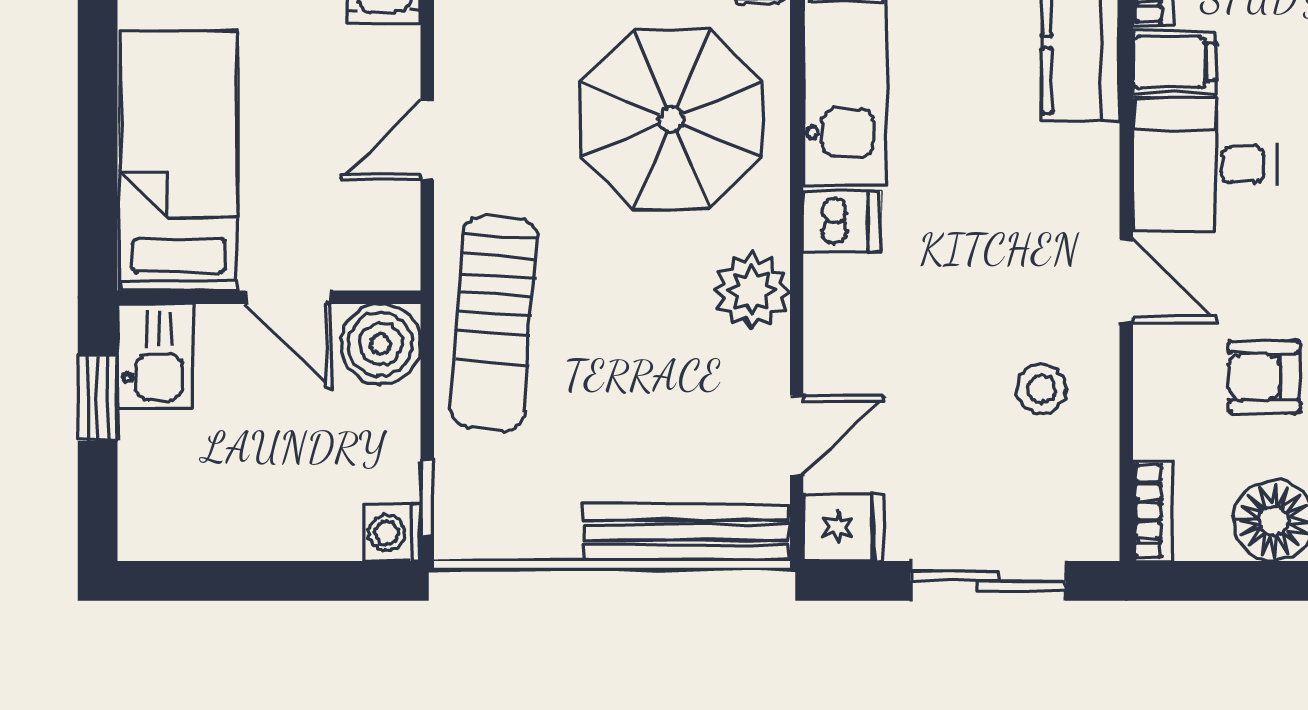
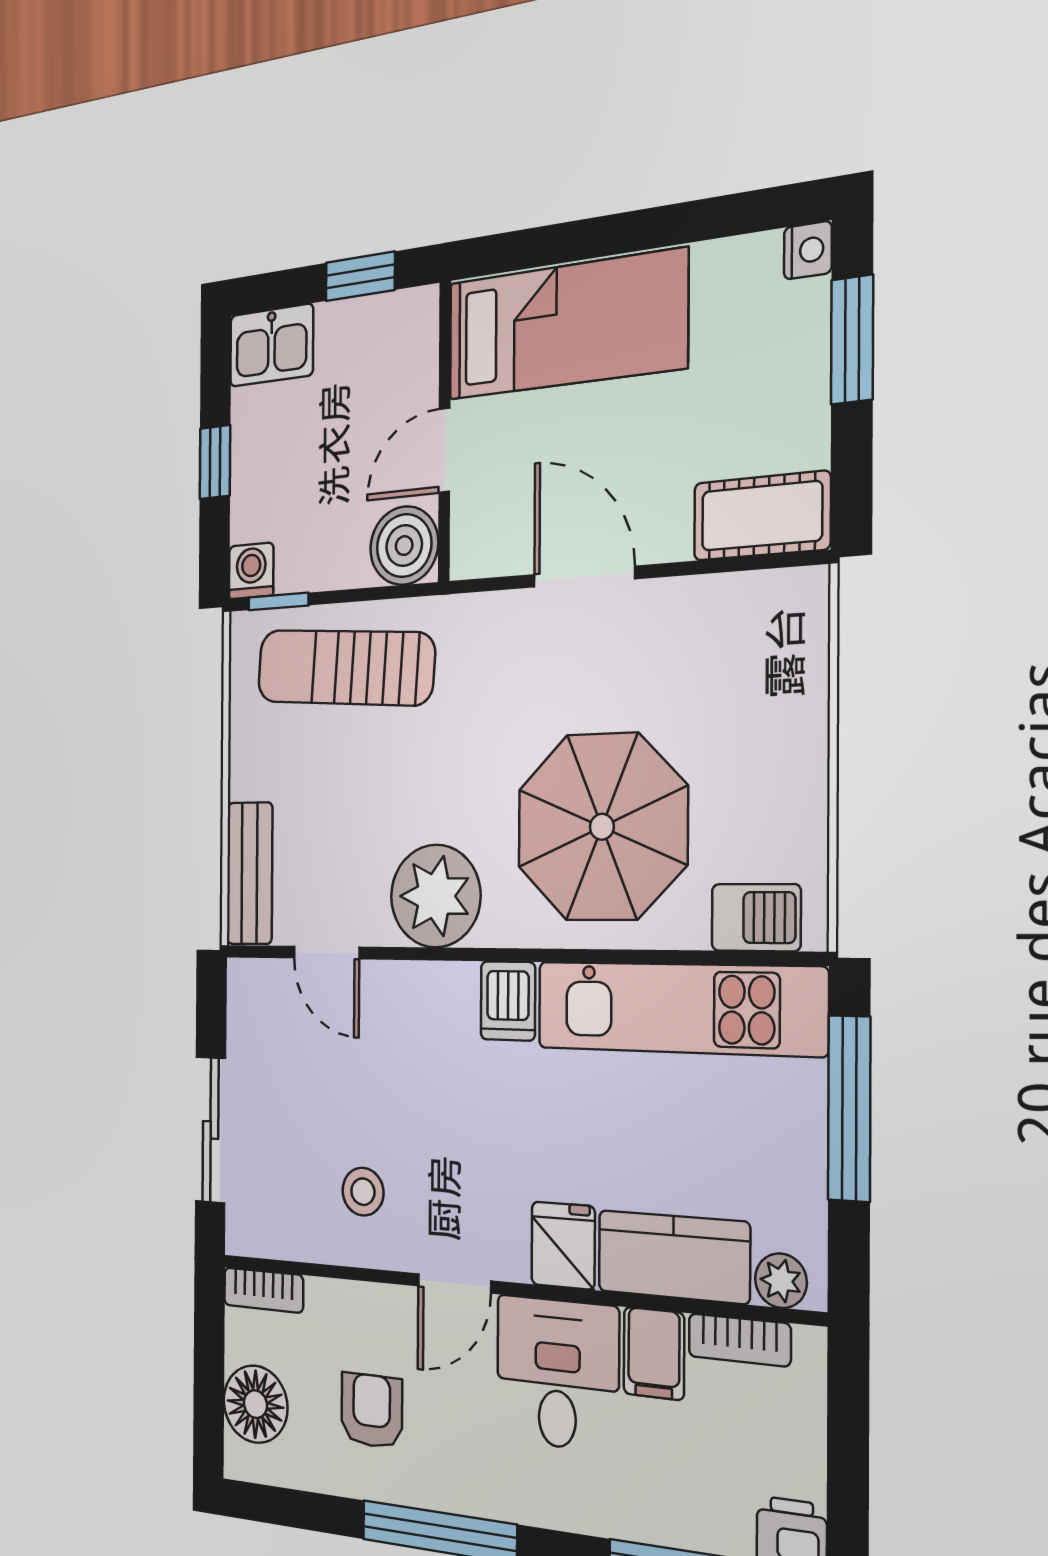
door: (427, 140) -> (584, 577), width x1.38
plant: (752, 291) -> (436, 896), width x1.36, depth x1.36
sun lounger: (494, 323) -> (345, 668), moved
kitchen sink: (155, 356) -> (271, 345), moved
fridge: (844, 527) -> (563, 1245), moved, turned 180
bench: (686, 532) -> (250, 873), width x0.73
window: (272, 581) -> (215, 462), added

